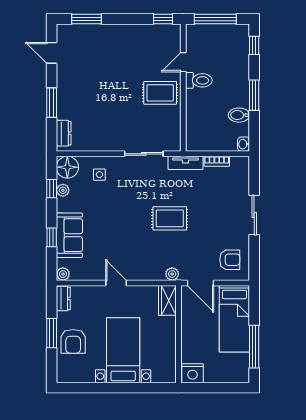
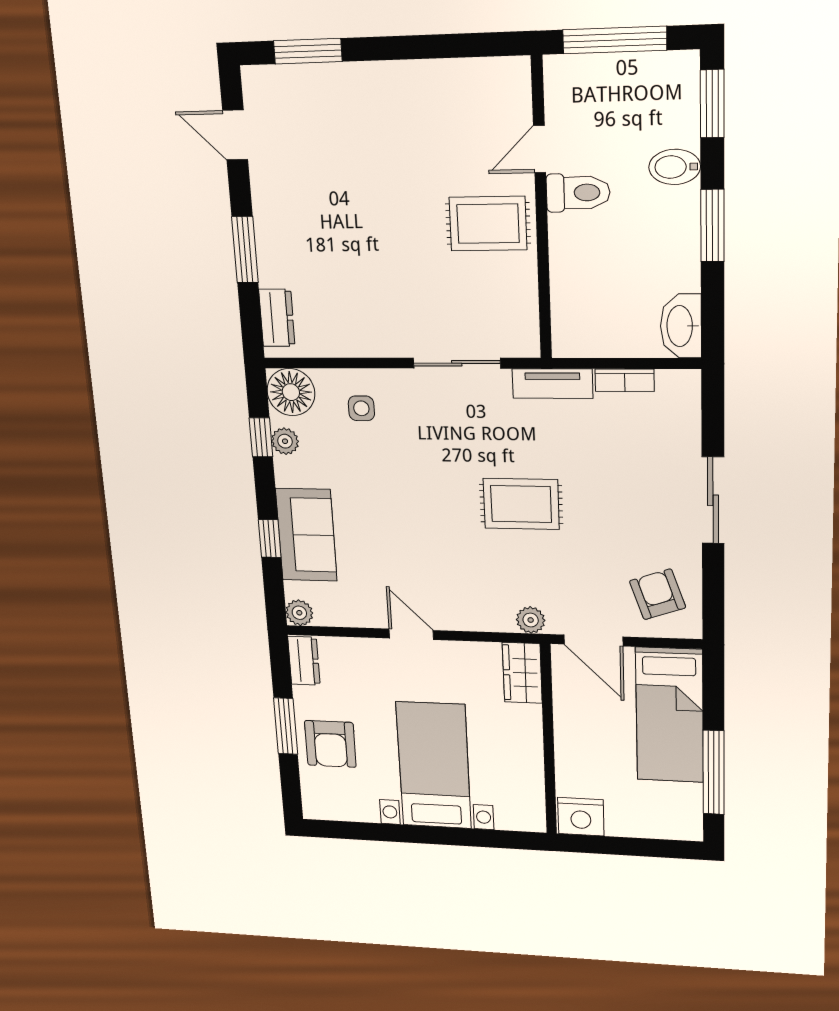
window: (163, 19) -> (487, 45), removed
window: (254, 45) -> (712, 104), width x1.50
bidet: (239, 115) -> (675, 167), moved
washbasin: (244, 144) -> (681, 326), width x1.91, depth x1.45
armchair: (230, 260) -> (658, 594), turned -109

